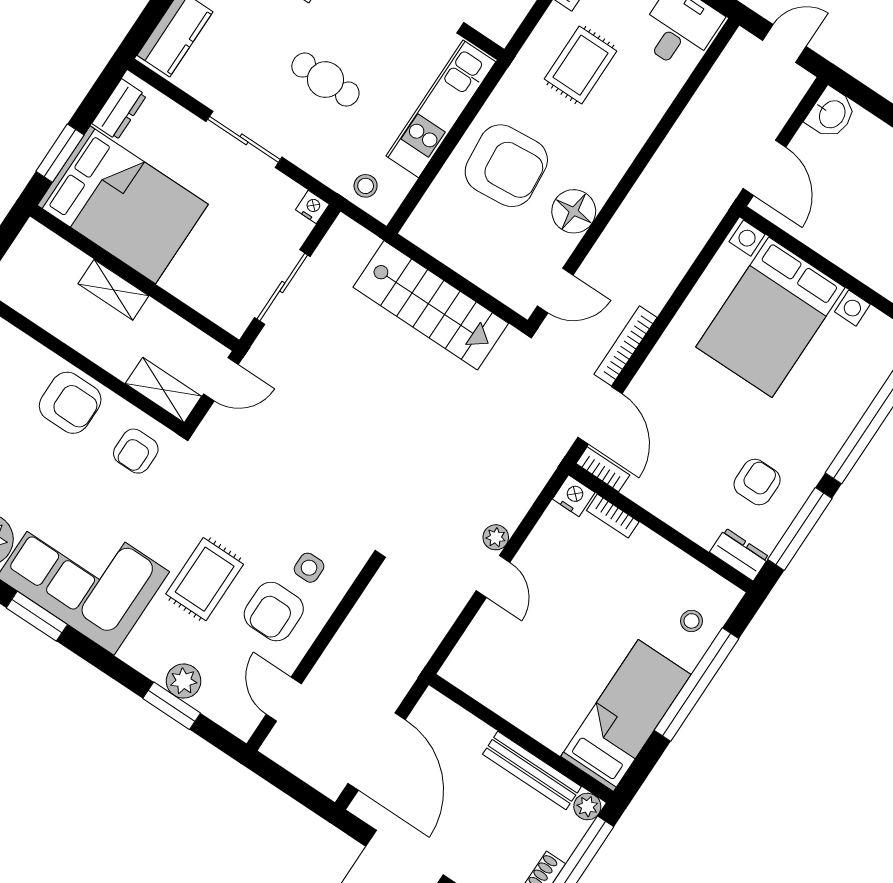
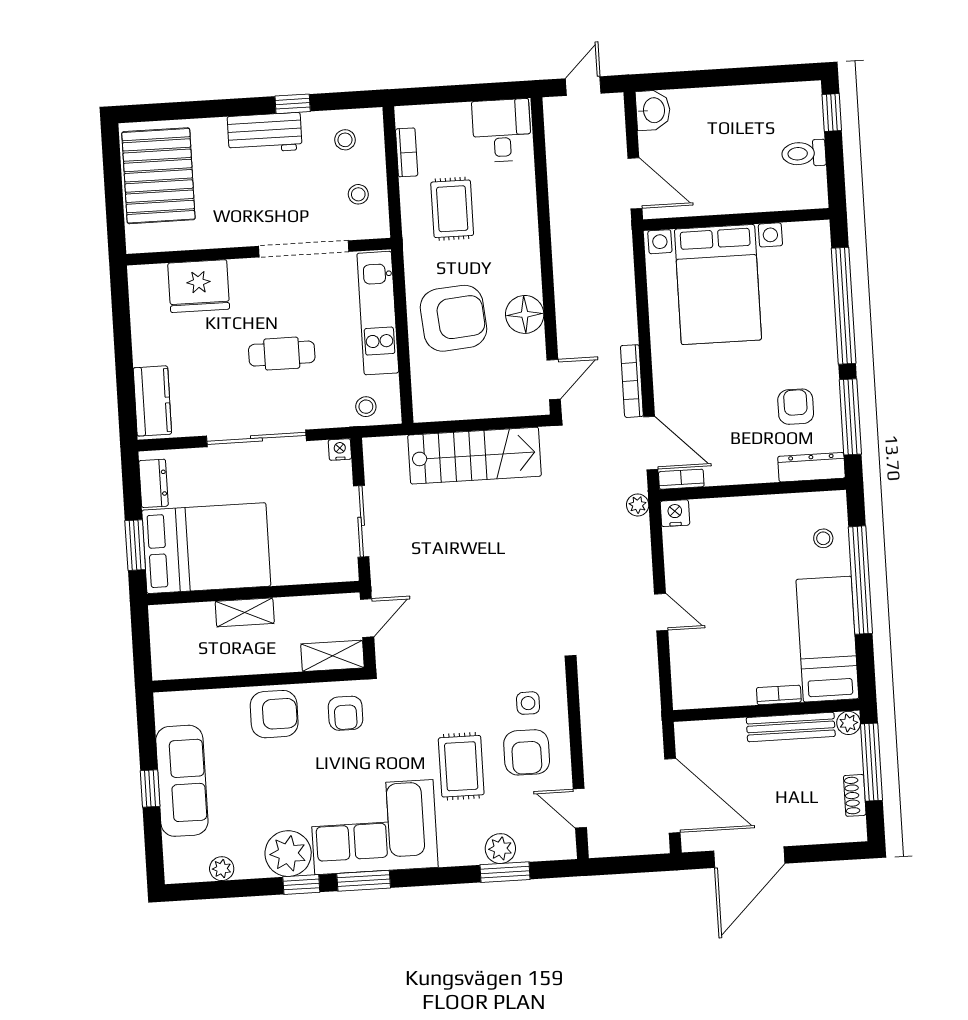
sliding door: (244, 139) -> (256, 438), width x1.37
bookcase: (613, 516) -> (779, 695), moved, turned 180
plant: (496, 537) -> (638, 505), moved
dresser: (739, 554) -> (812, 467), width x1.44

